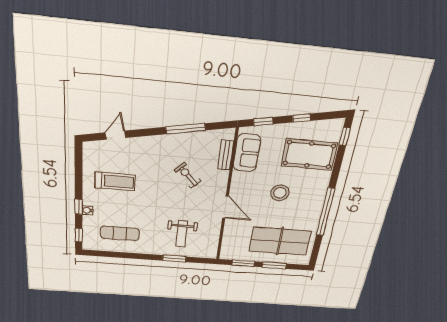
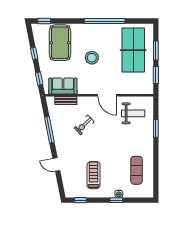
door: (115, 135) -> (56, 164), moved
door: (225, 207) -> (107, 95), swing flipped
weight bench: (182, 234) -> (133, 113), moved
window: (79, 235) -> (80, 200), moved

